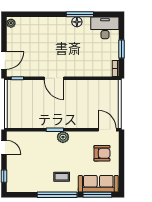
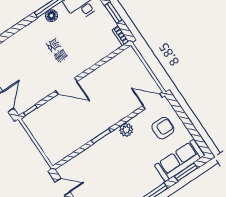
plant: (63, 137) -> (126, 130), moved
coffee table: (62, 177) -> (139, 178), removed
window: (97, 195) -> (186, 172), width x0.69

